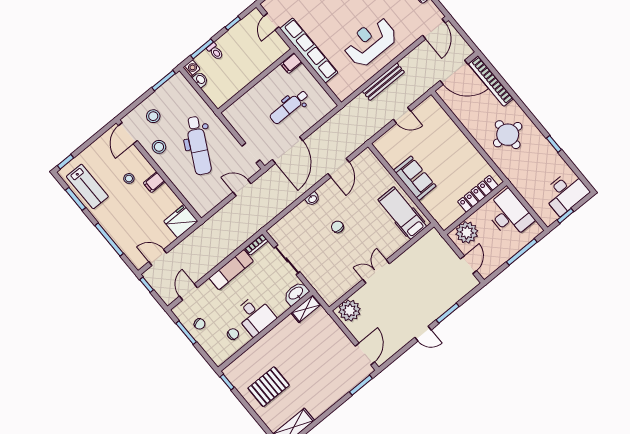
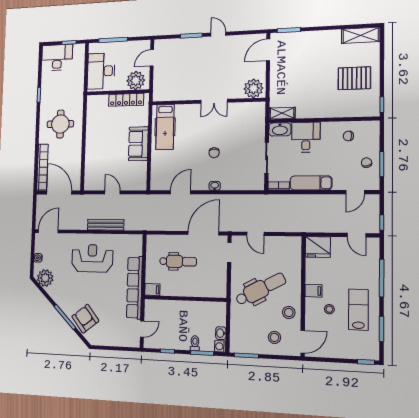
reception desk: (370, 42) -> (92, 258), turned 180
dental chair: (198, 146) -> (261, 289), turned 34
lab bench: (87, 186) -> (358, 310), moved
locker: (478, 194) -> (126, 100), moved
desk: (255, 315) -> (306, 137), moved

